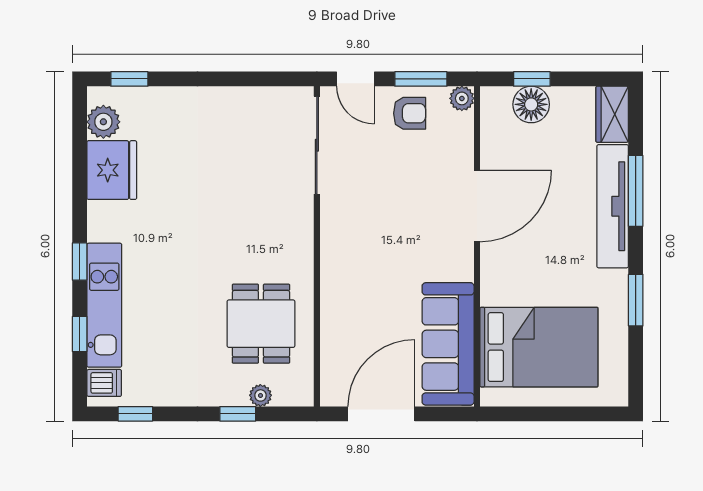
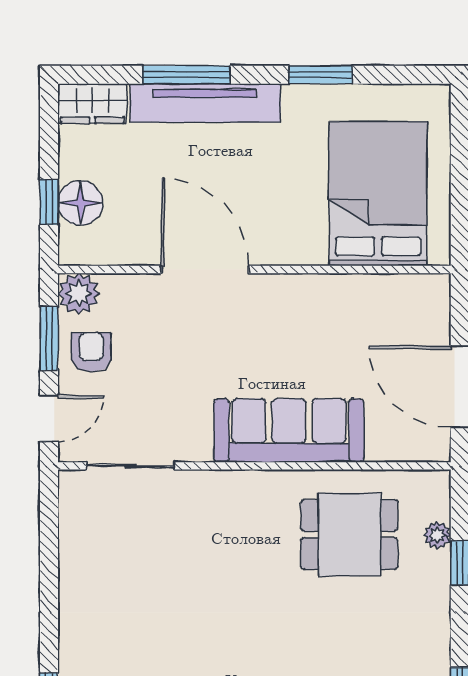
plant: (462, 98) -> (79, 294), width x1.38, depth x1.38
sliding door: (317, 145) -> (130, 466), width x0.73
sofa: (448, 344) -> (289, 430), moved, turned 180

